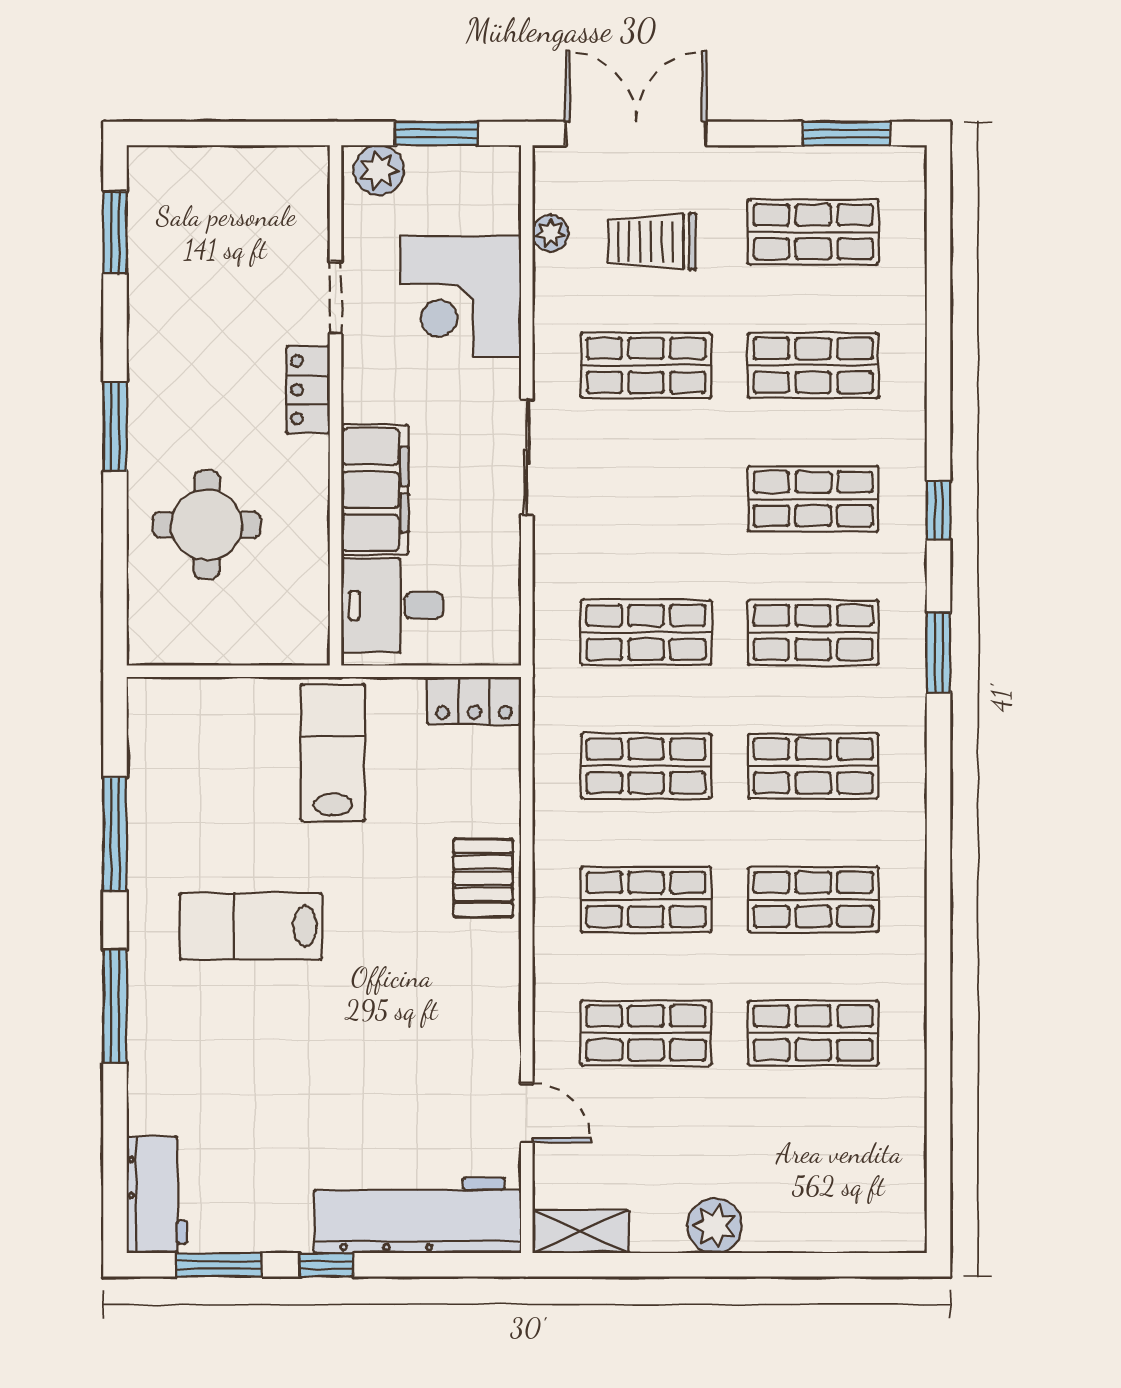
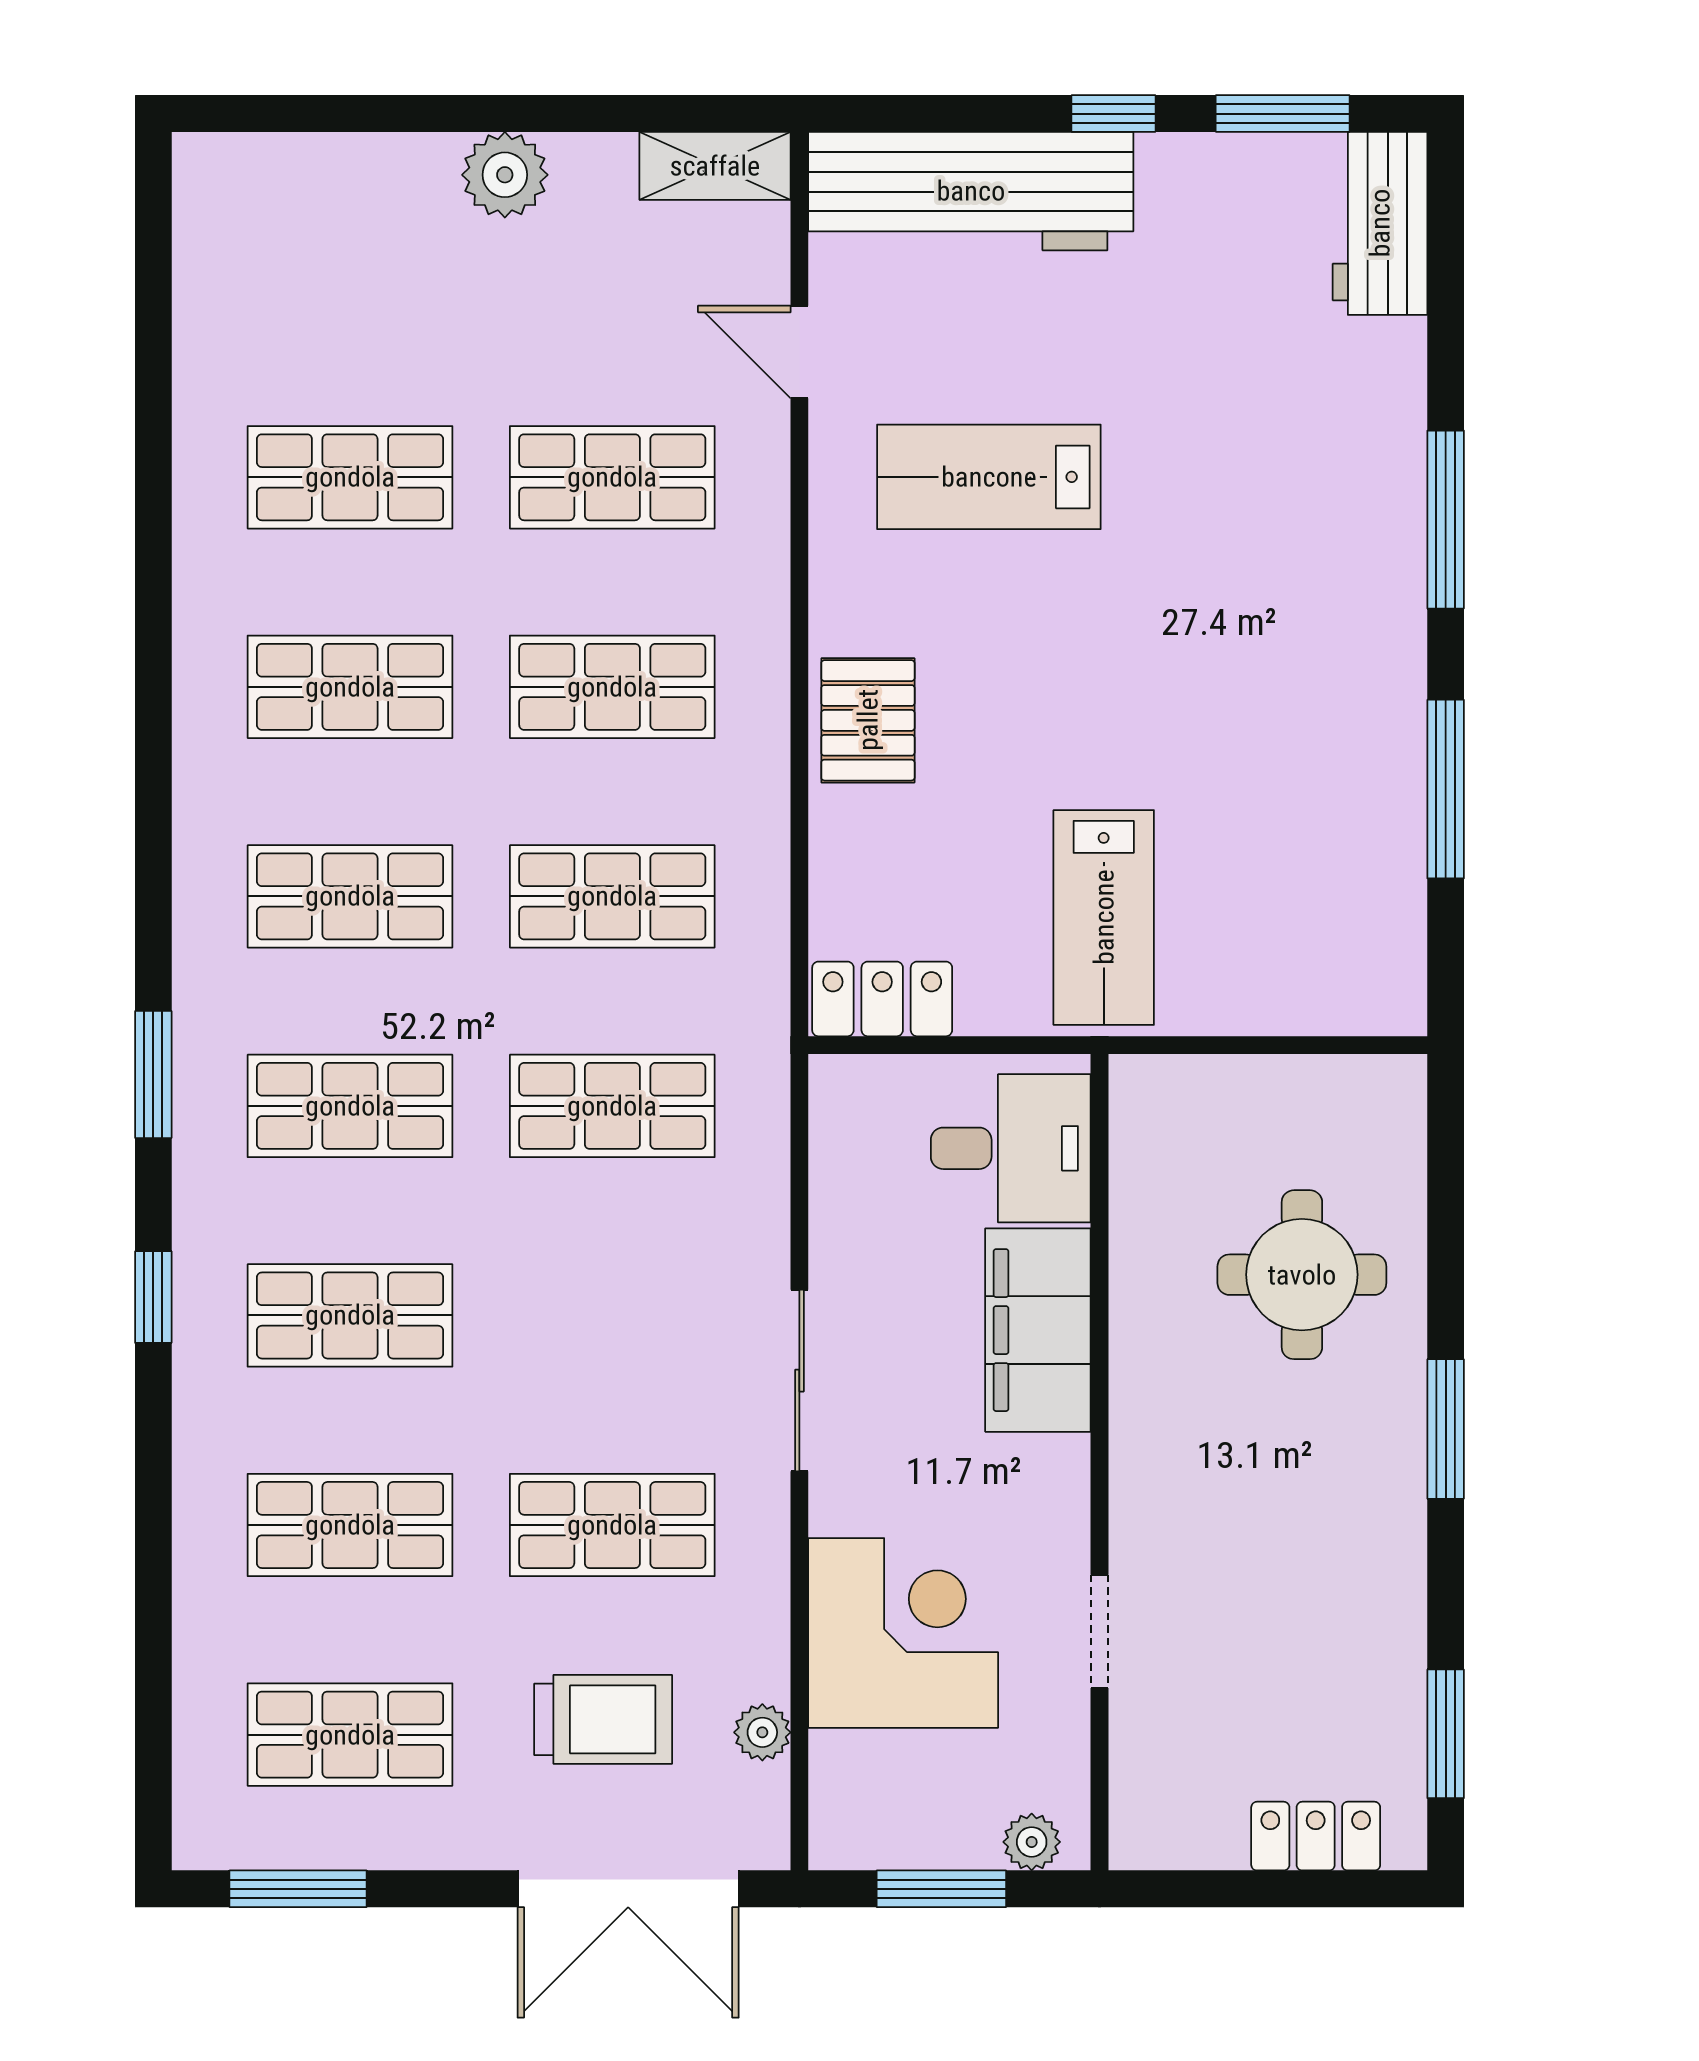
plant: (379, 170) -> (1032, 1842), width x0.73, depth x0.73
locker: (308, 390) -> (1316, 1836), moved, turned -90
lab bench: (251, 926) -> (989, 477), moved, turned 180

